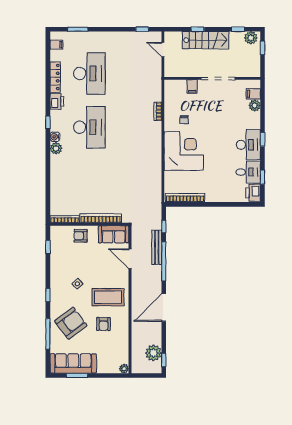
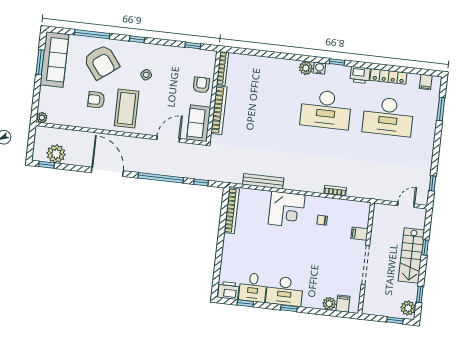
corner desk: (184, 151) -> (287, 210), width x0.74, depth x0.74
bench: (157, 247) -> (263, 181), moved

